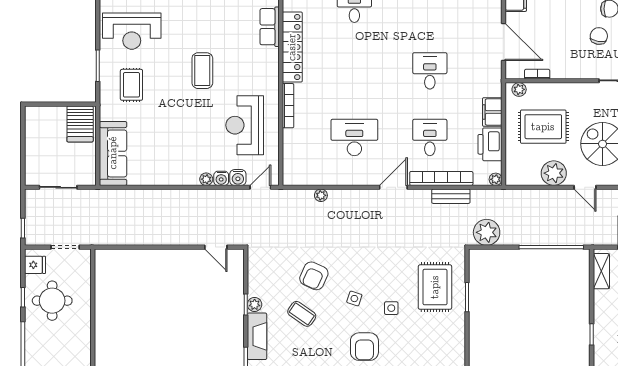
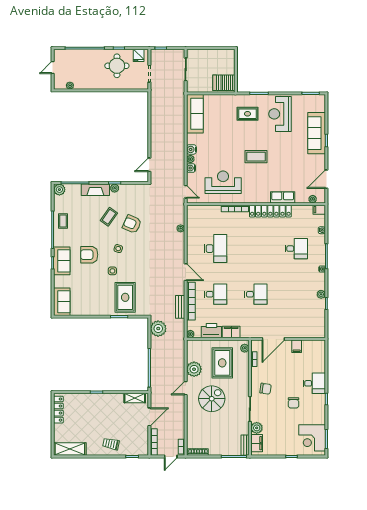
chair: (599, 36) -> (266, 389), moved
sofa: (113, 153) -> (195, 114), moved, turned -90
water cooler: (238, 178) -> (191, 149), moved
rug: (435, 287) -> (125, 297), turned 90

